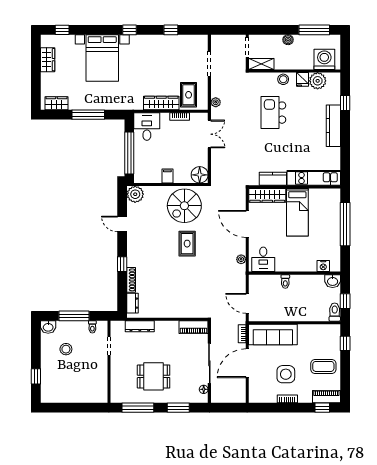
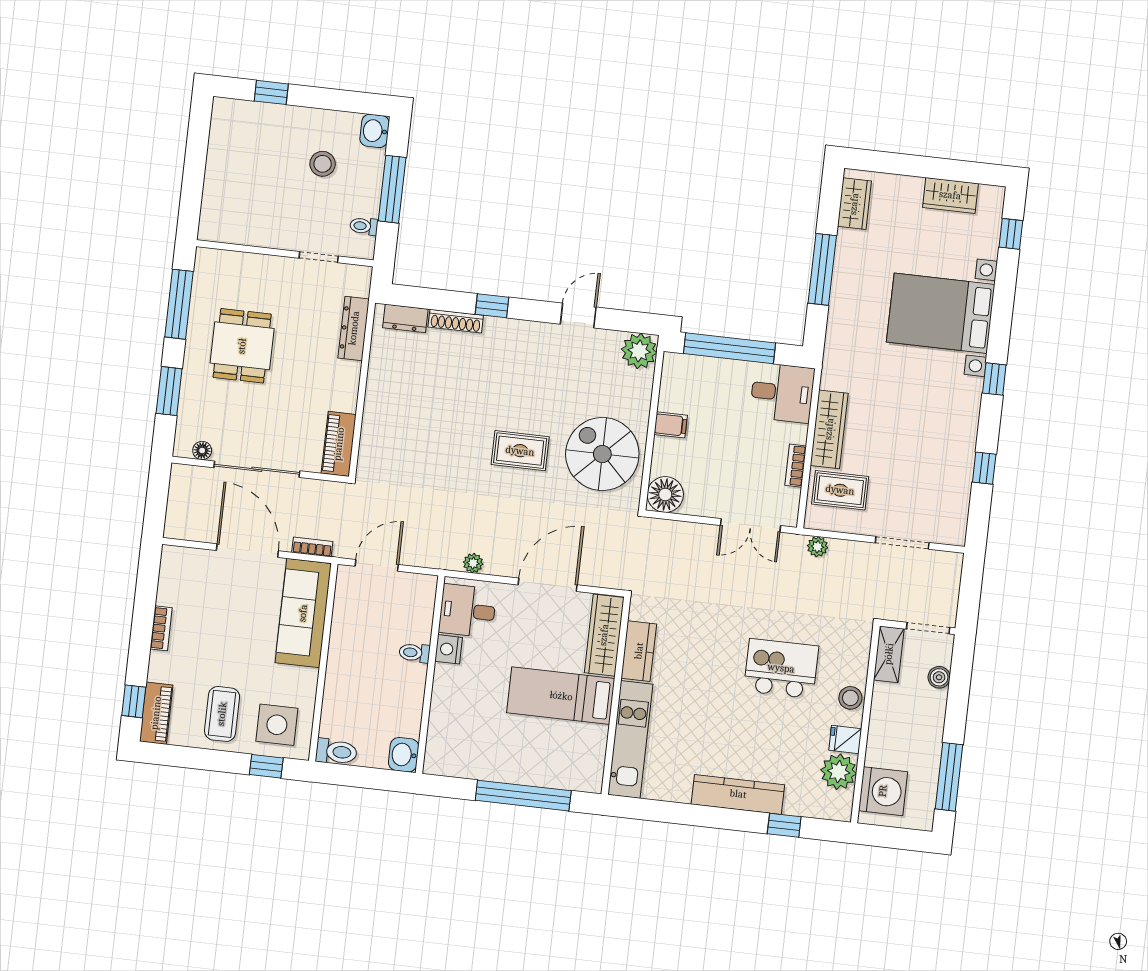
boiler: (288, 40) -> (939, 677), moved
nightstand: (323, 266) -> (449, 649), moved
window: (345, 301) -> (357, 777), removed
side table: (286, 374) -> (277, 725), moved

